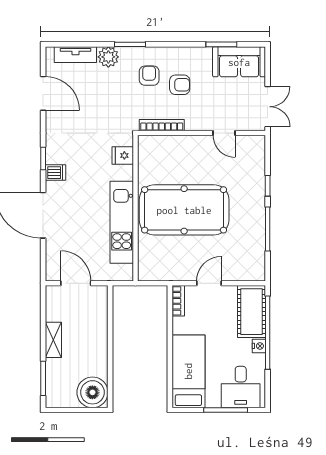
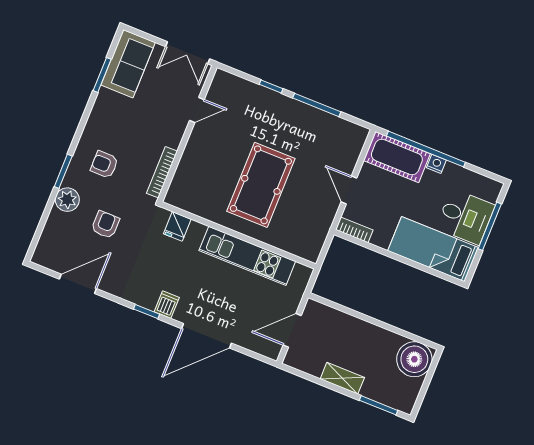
tv unit: (75, 55) -> (51, 233), removed
armchair: (180, 85) -> (105, 225), moved
double door: (268, 107) -> (188, 53), swing flipped
pool table: (184, 210) -> (261, 185), width x0.73, depth x0.76
desk: (241, 387) -> (465, 217), moved

